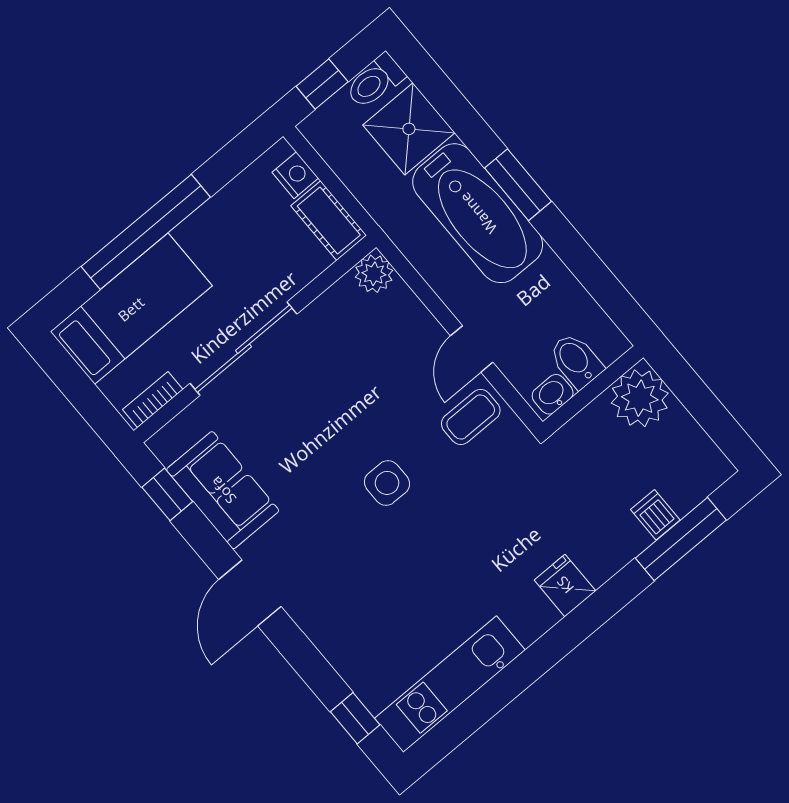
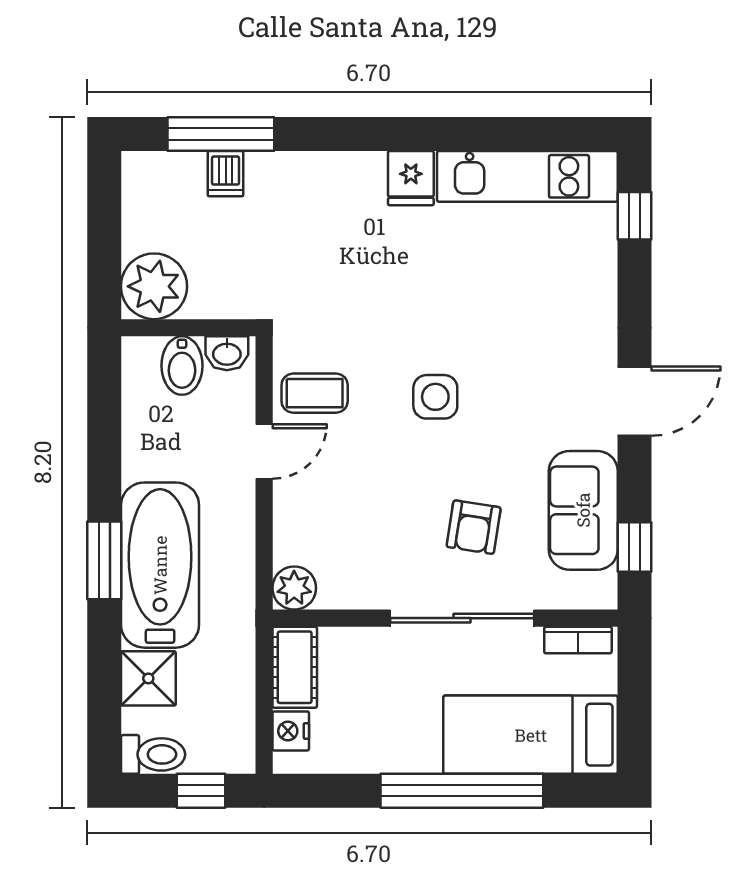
shower: (409, 129) -> (148, 678), width x0.73, depth x0.73
armchair: (287, 417) -> (474, 527), added
fridge: (565, 585) -> (411, 178), moved

